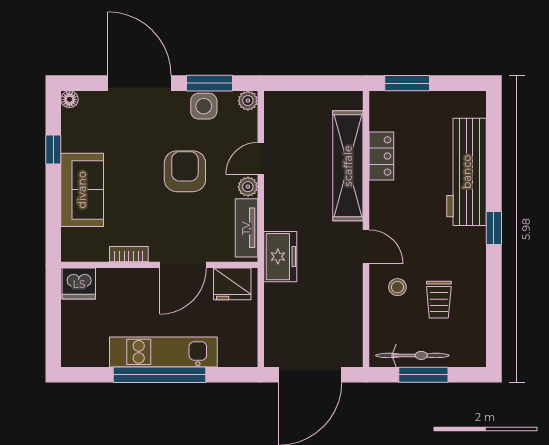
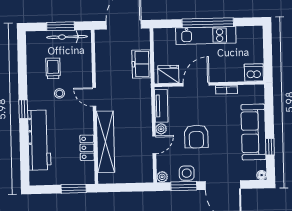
sofa: (82, 190) -> (253, 132), width x1.36
freezer: (280, 257) -> (141, 64), moved
stool: (397, 287) -> (59, 93), moved

